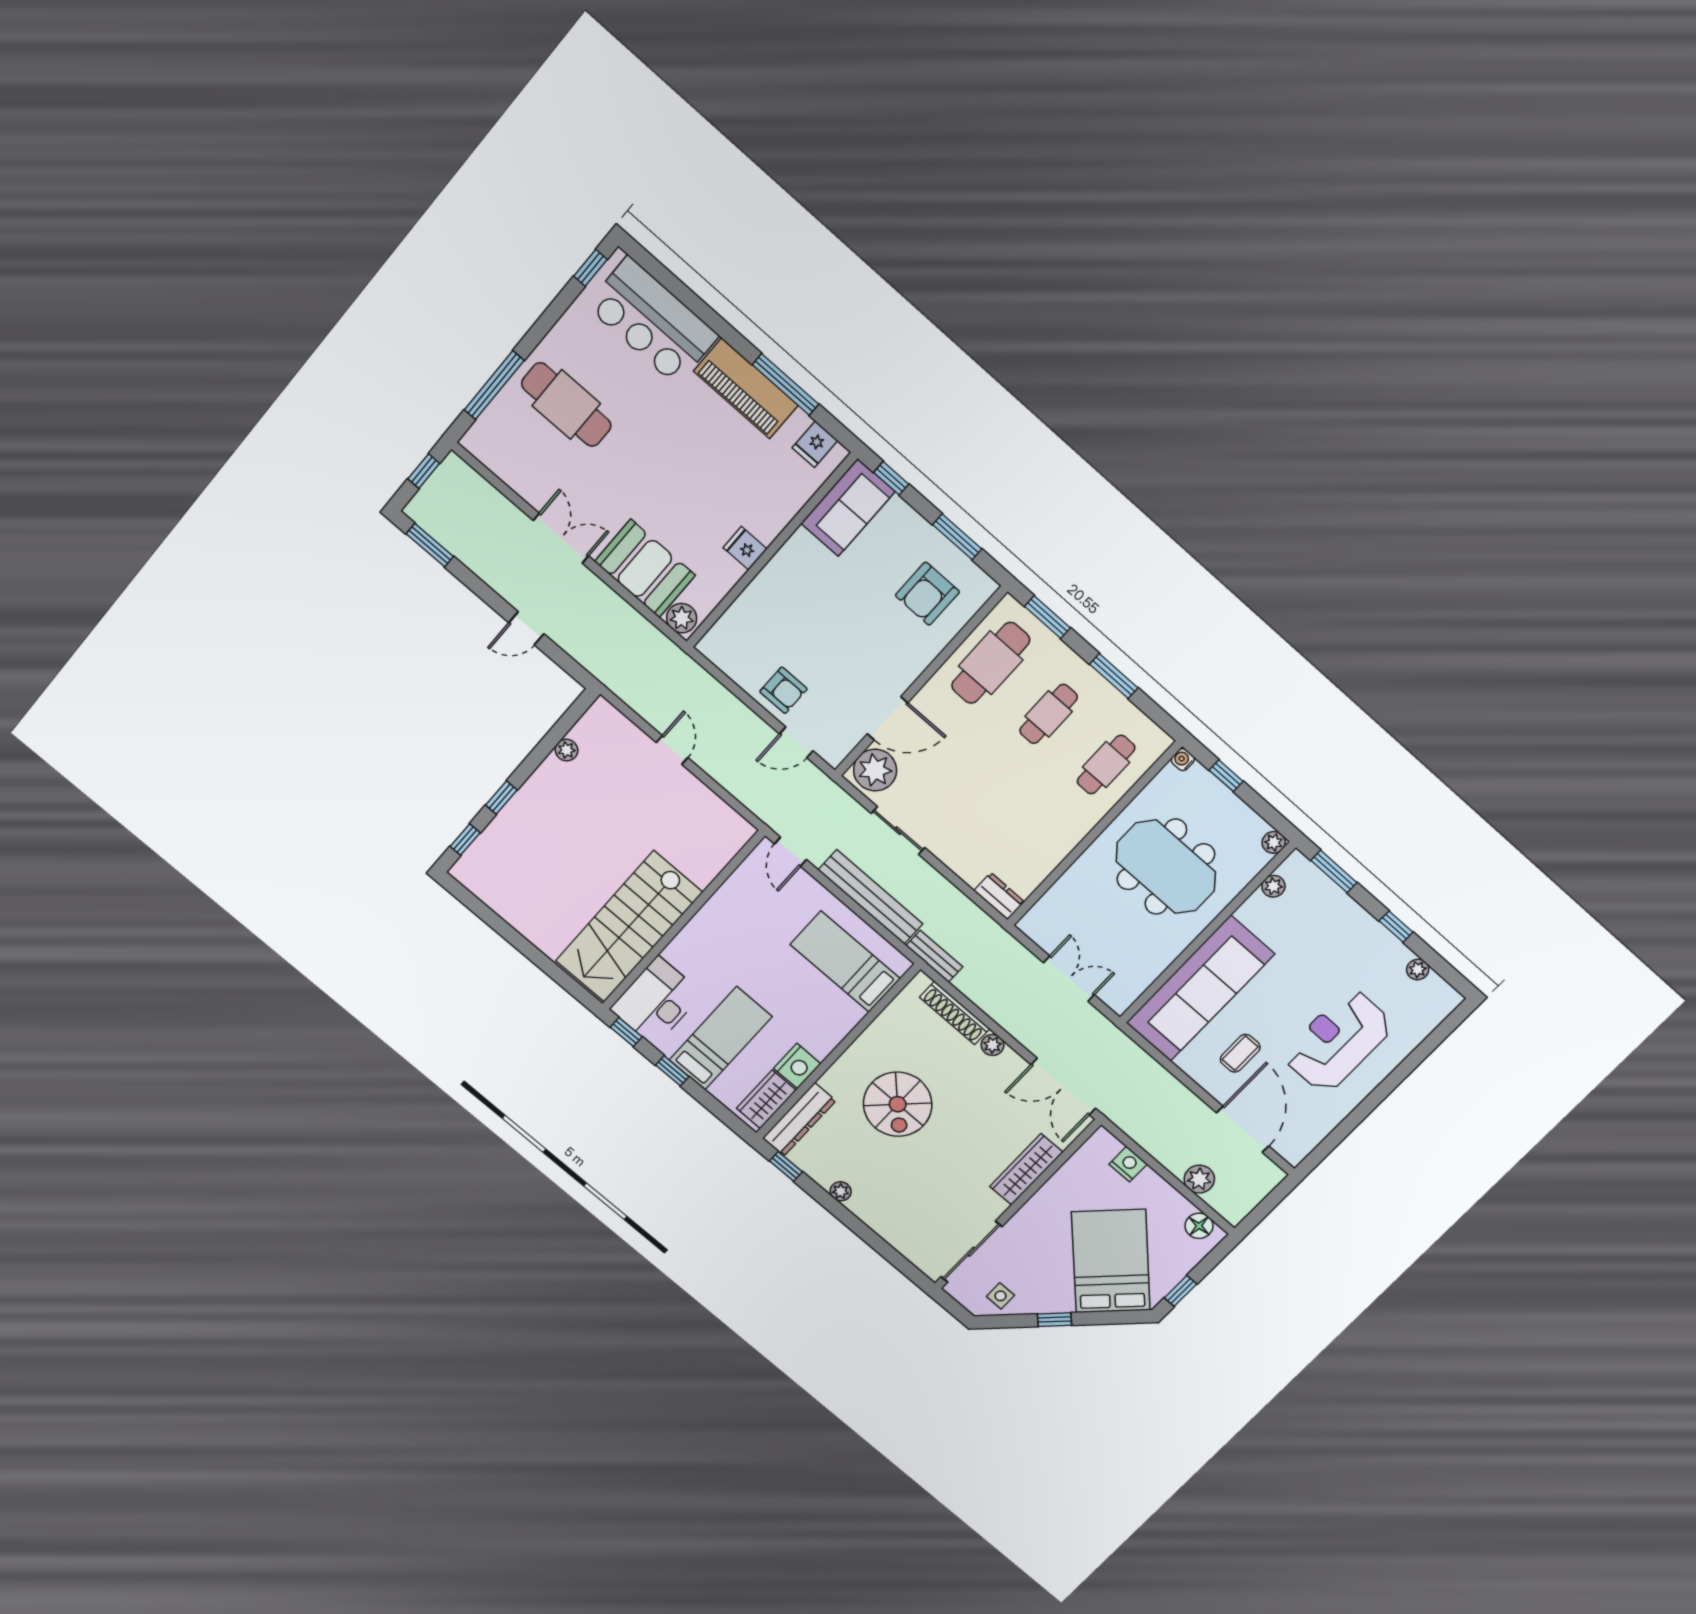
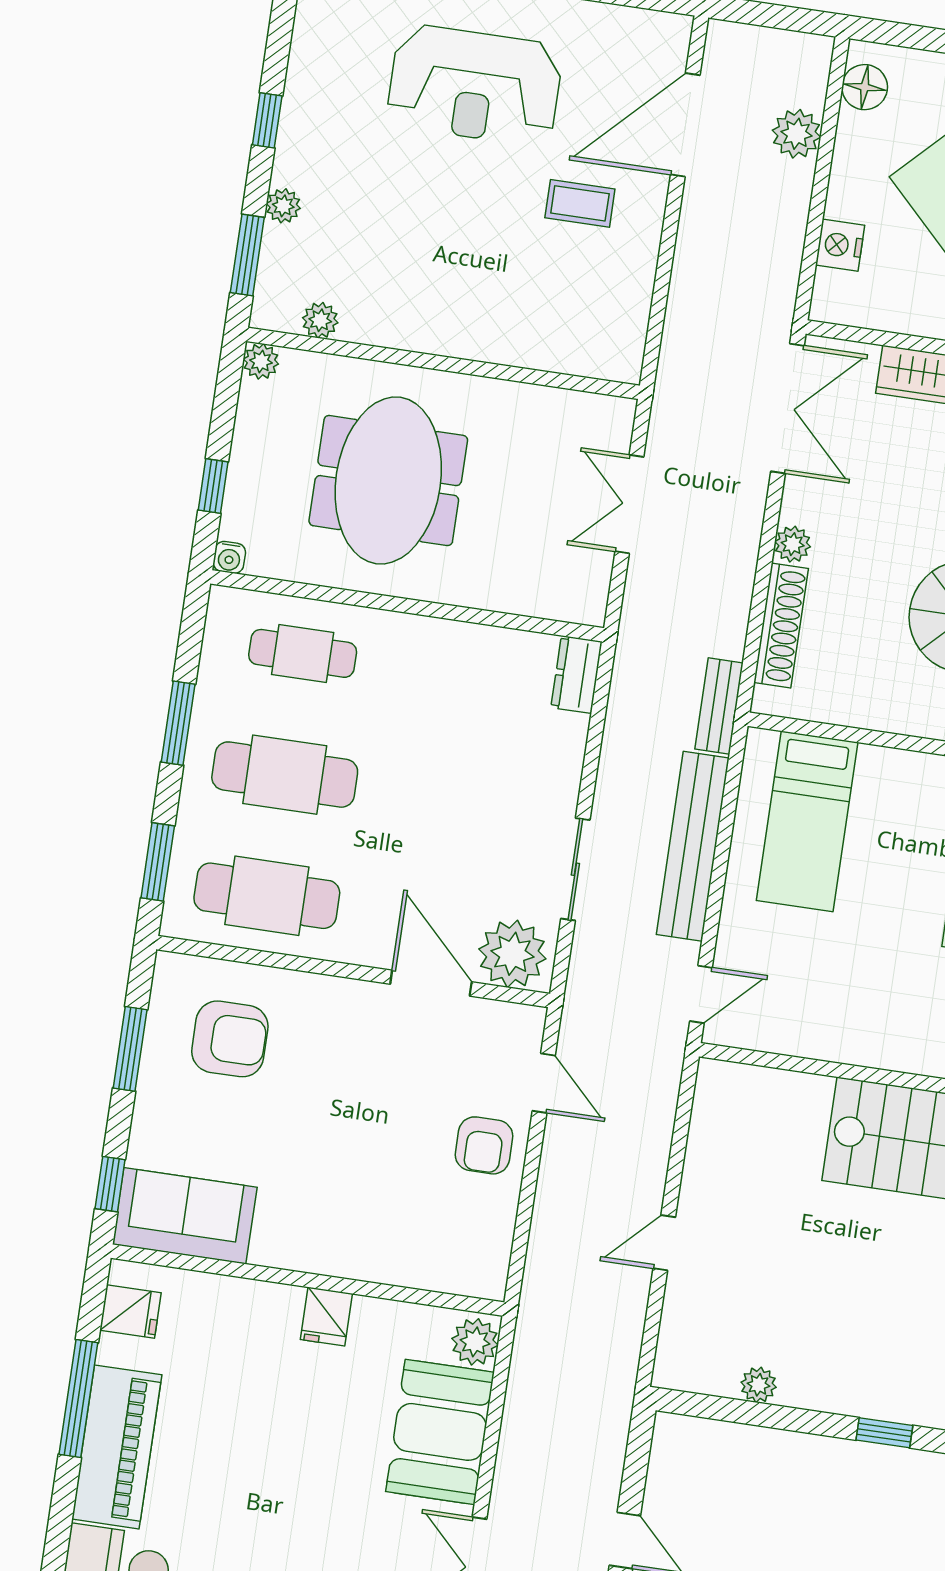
armchair: (783, 690) -> (484, 1145), turned 180
cafe table: (1049, 714) -> (285, 775), width x1.37, depth x1.35
plant: (1418, 970) -> (283, 206), moved
sofa: (1200, 989) -> (525, 319), removed

